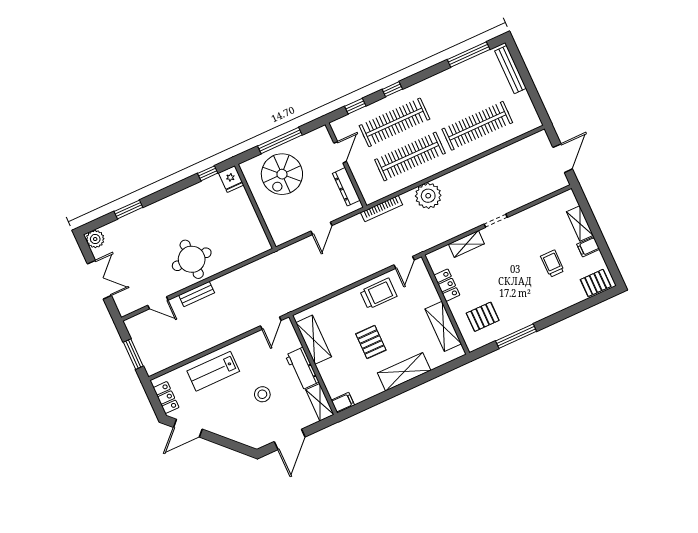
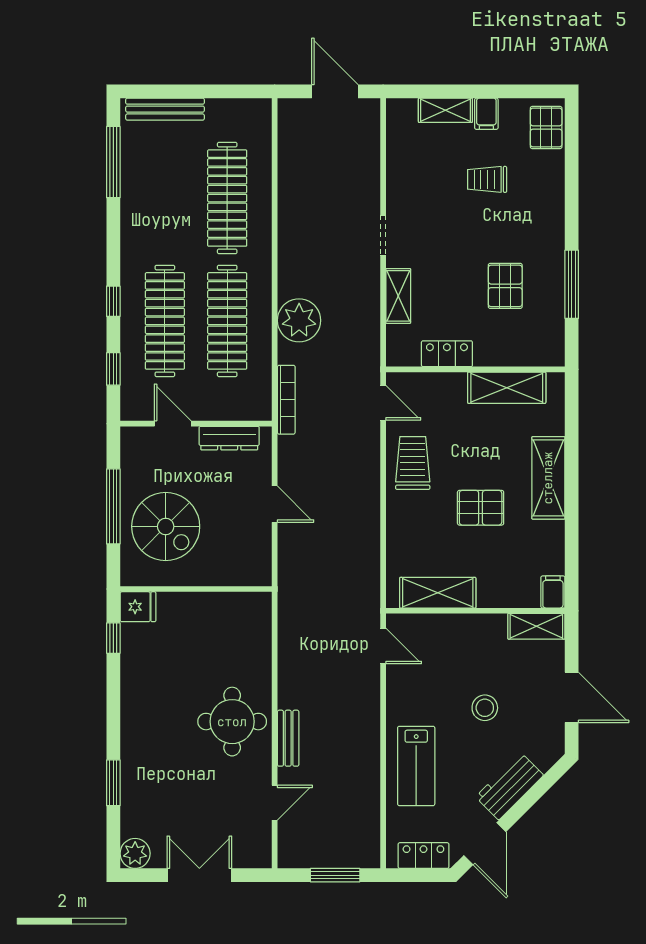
pallet: (483, 317) -> (505, 286), moved
workbench: (302, 369) -> (510, 786), moved, turned 135

